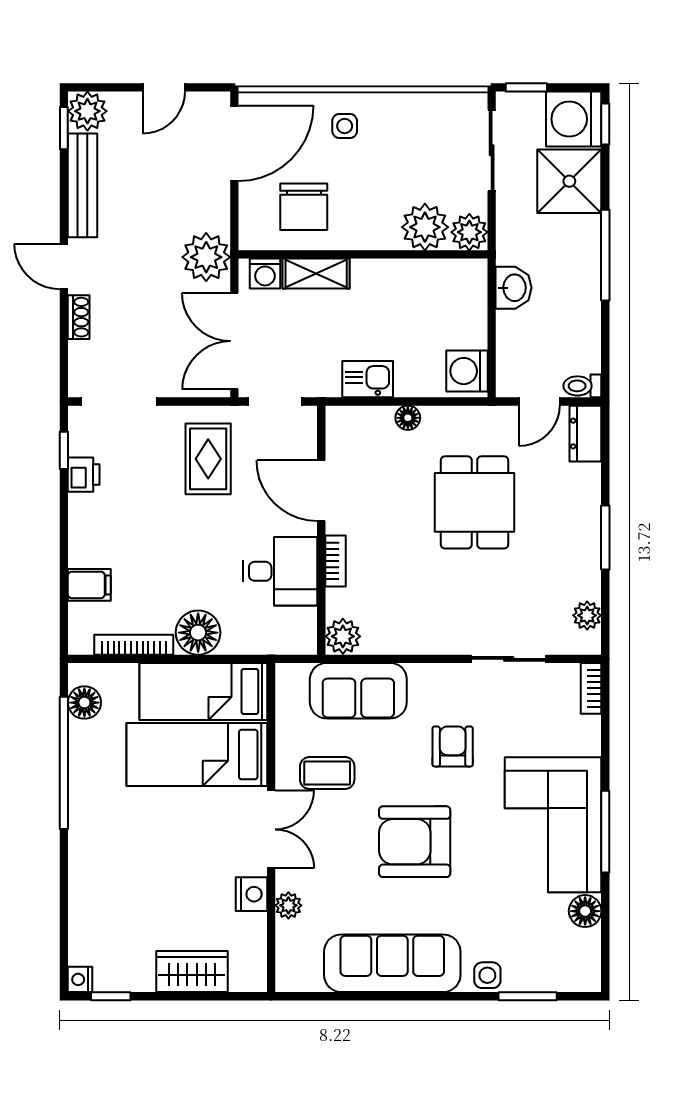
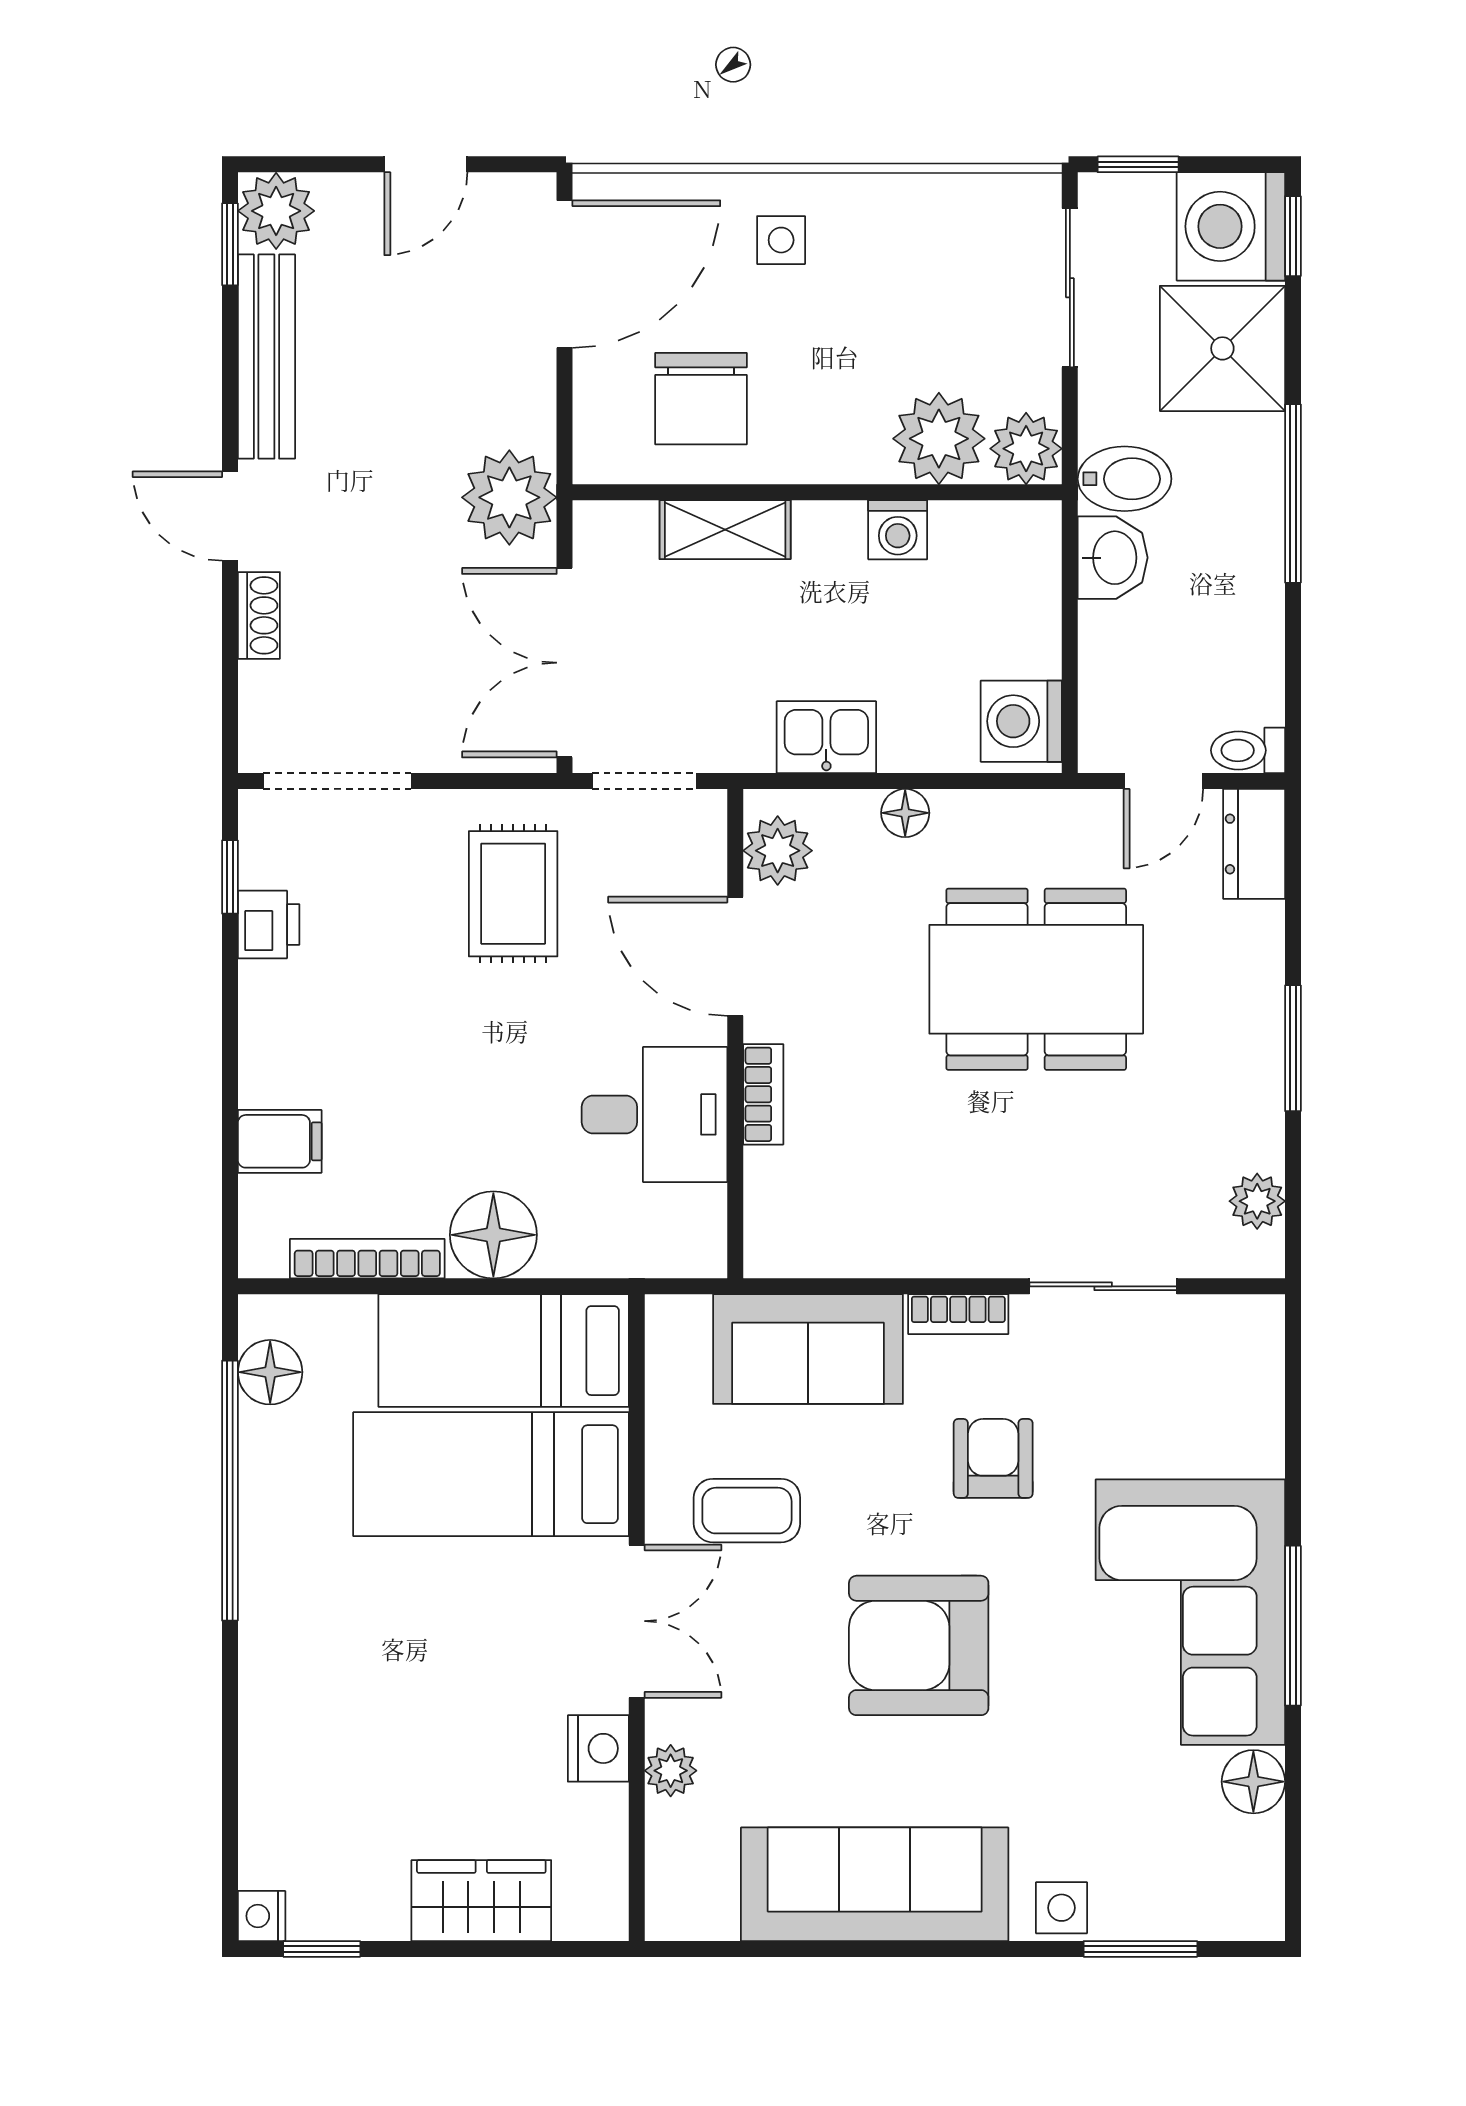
bidet: (519, 248) -> (1125, 479), added
washing machine: (265, 274) -> (898, 530), moved
dining table: (475, 502) -> (1036, 979), width x1.38
plant: (343, 636) -> (778, 851), moved
bookcase: (591, 688) -> (958, 1314), moved, turned -90

